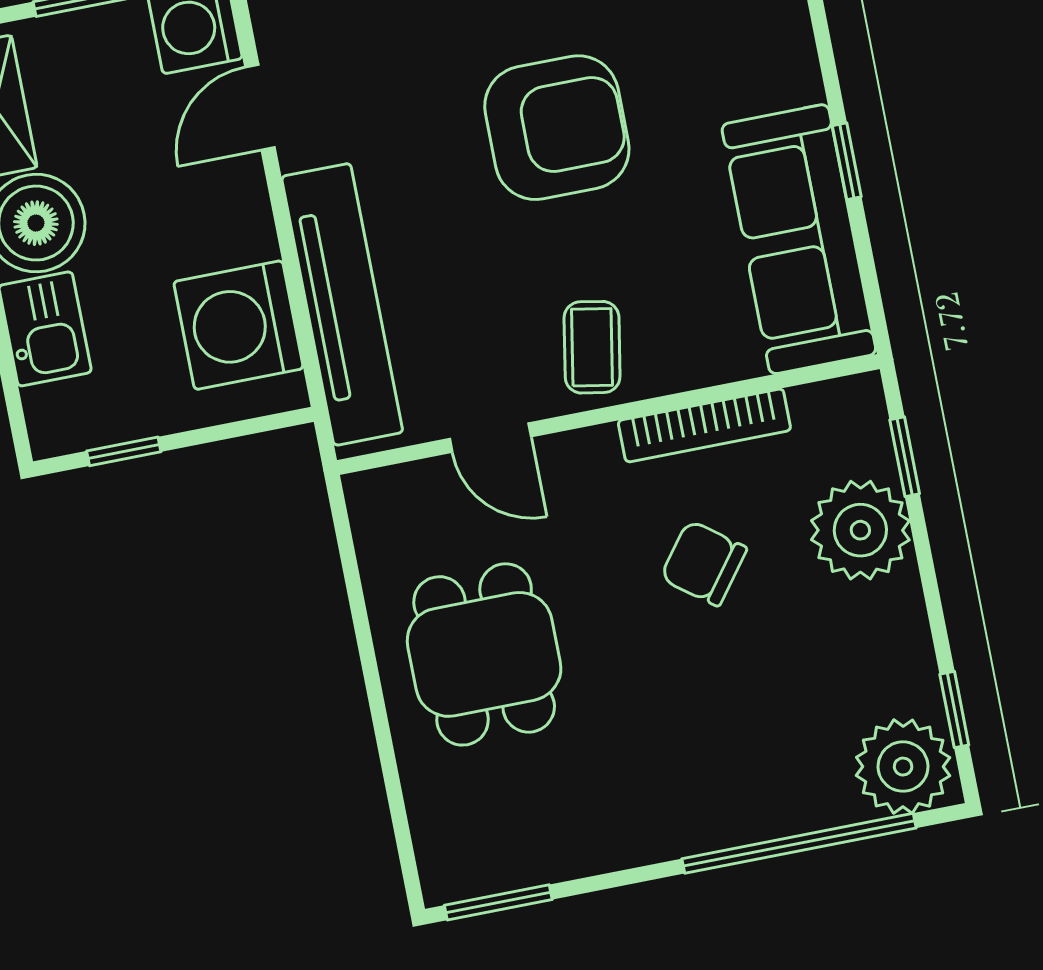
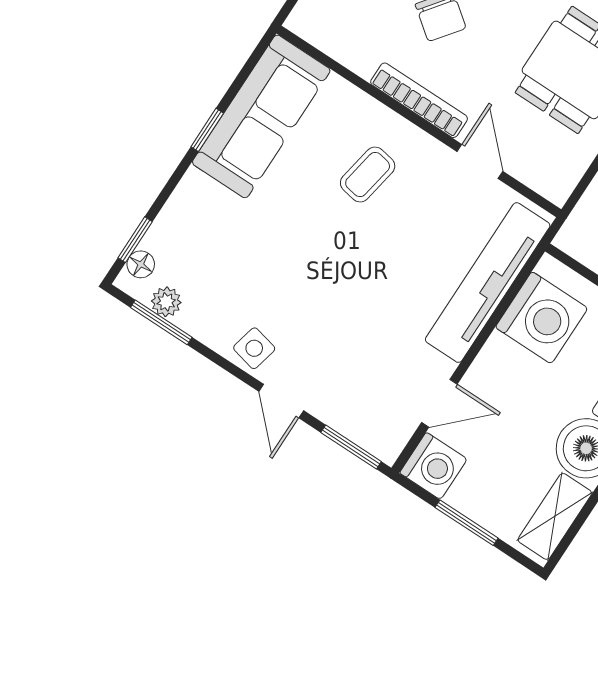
armchair: (557, 128) -> (319, 268), removed
coffee table: (592, 347) -> (368, 174), moved
bookcase: (704, 425) -> (419, 100), moved

